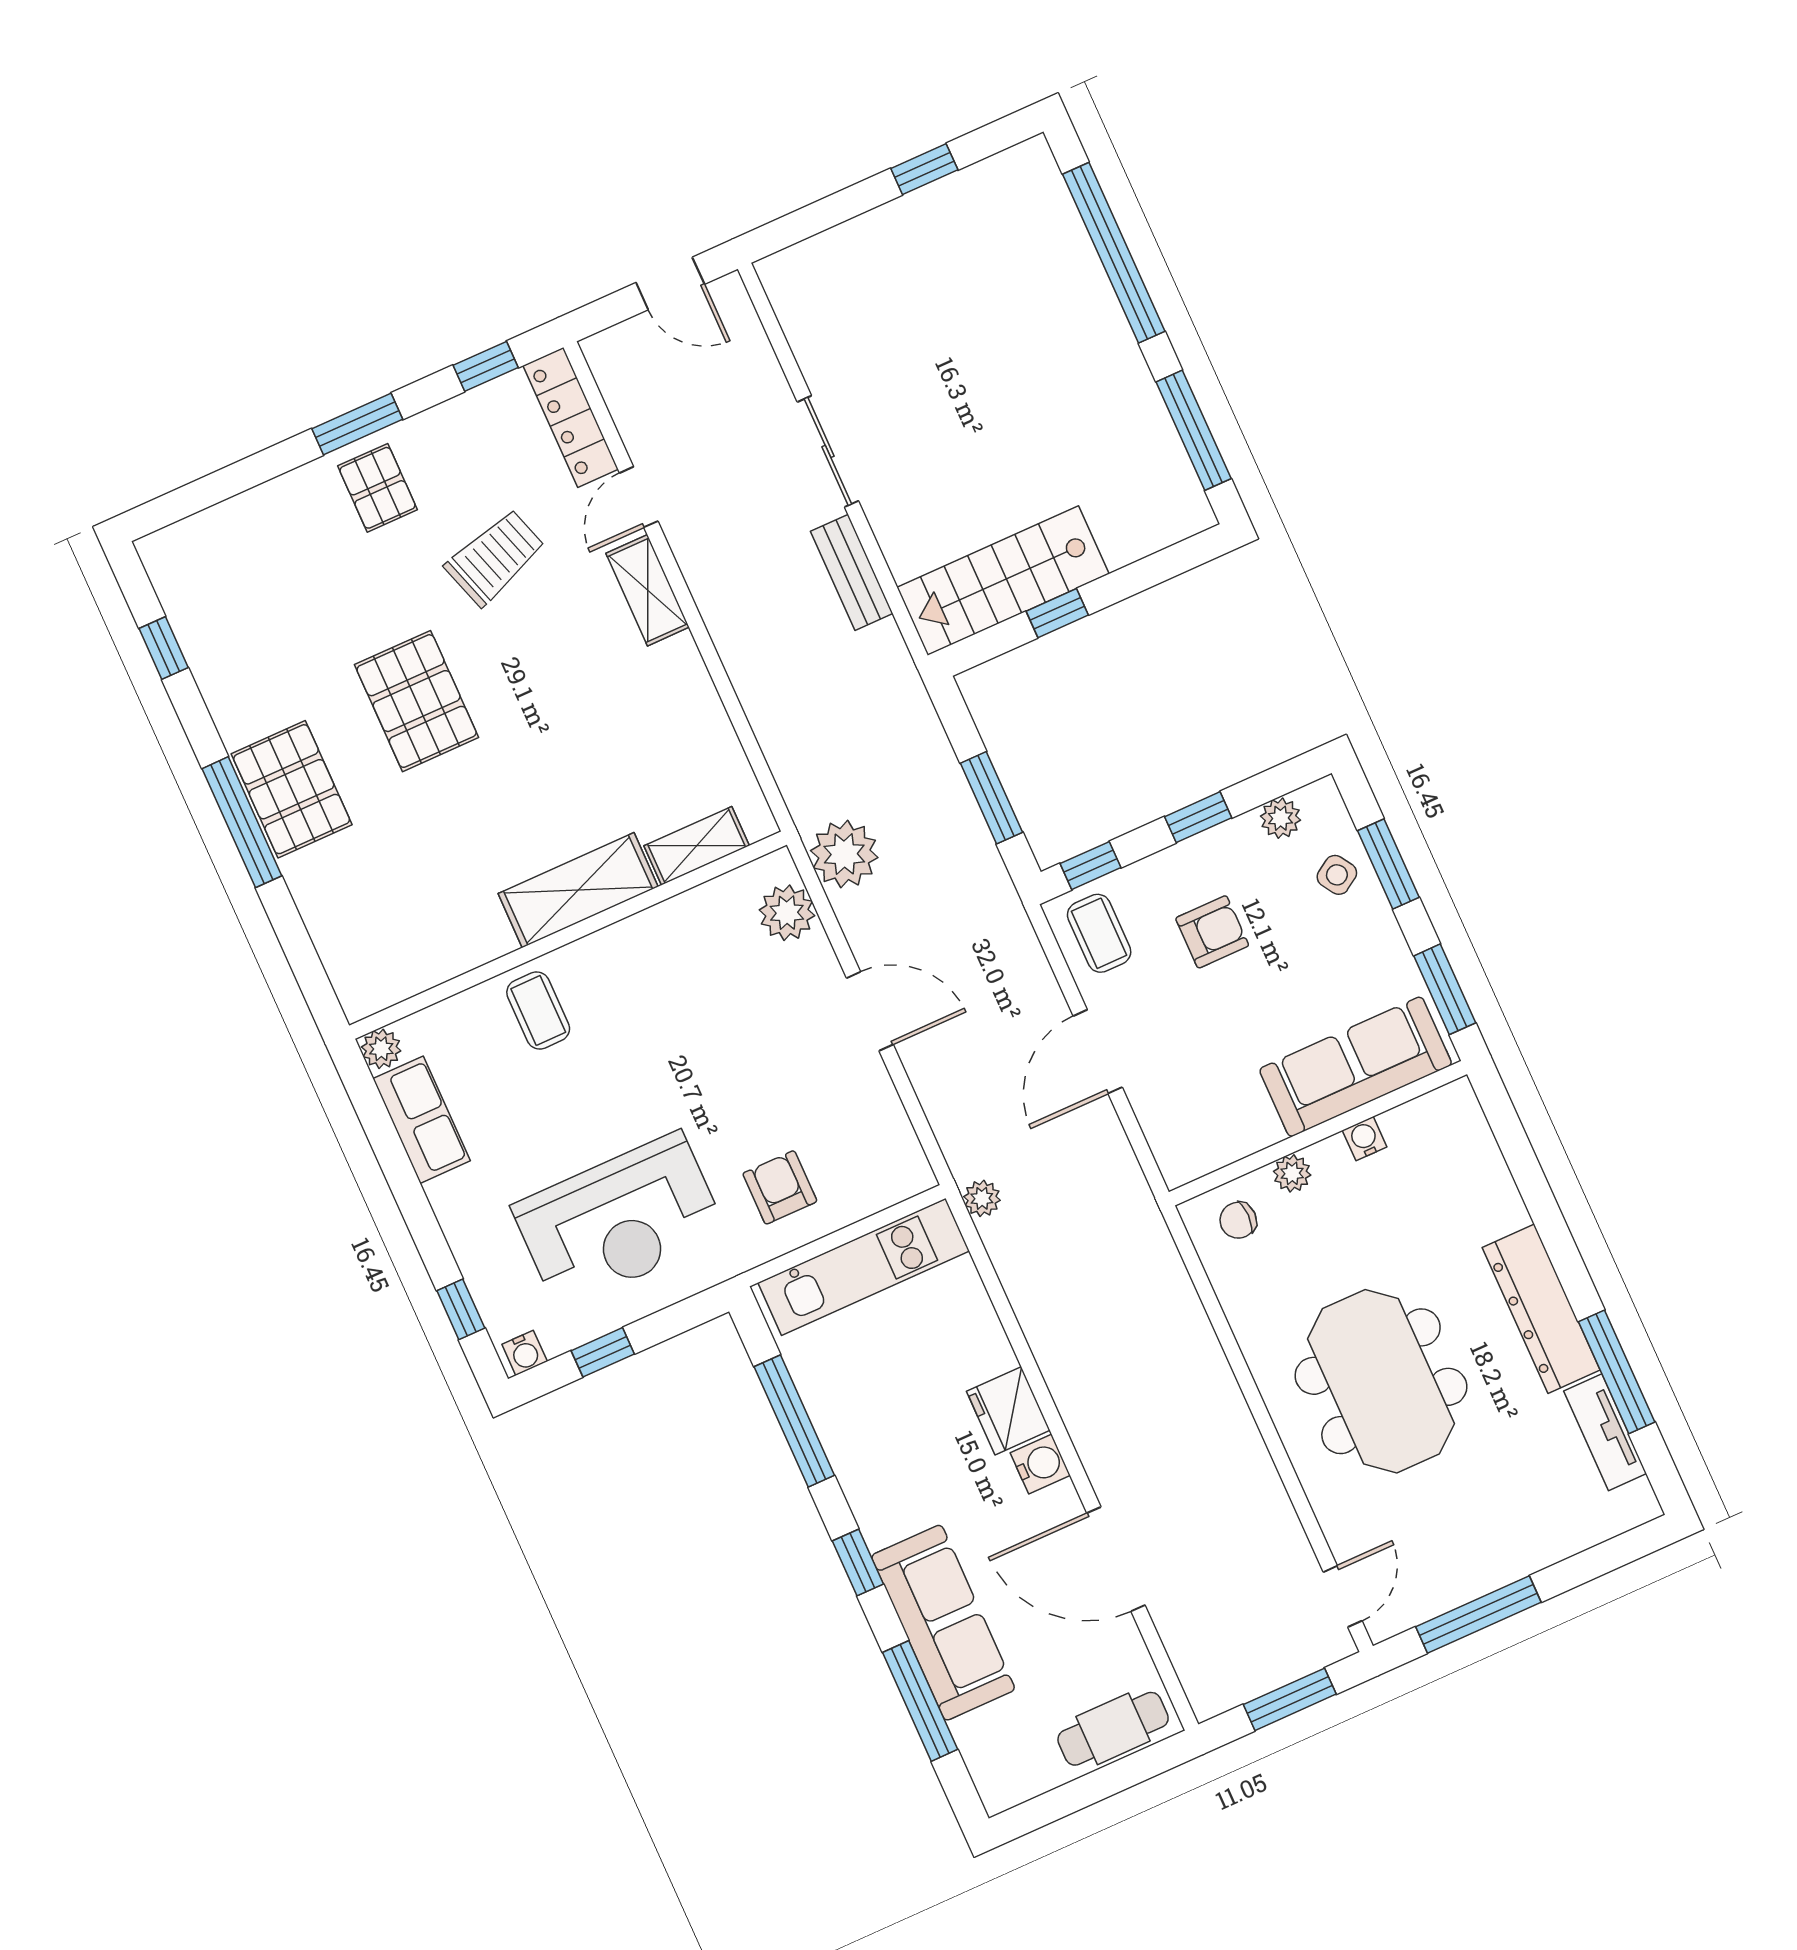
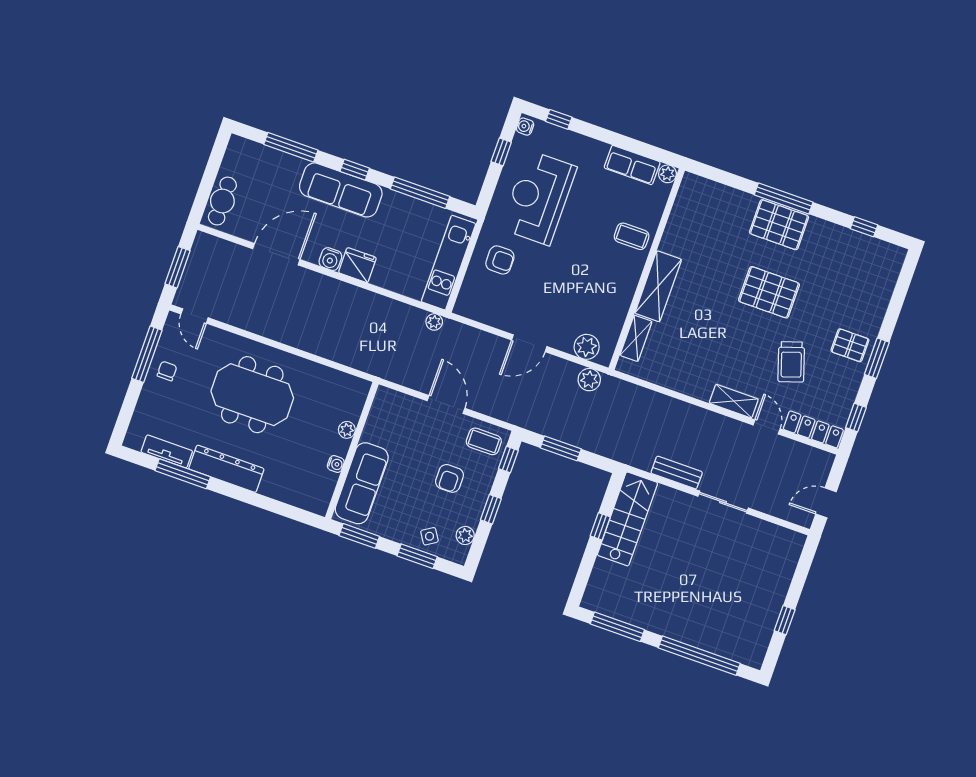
plant: (844, 854) -> (589, 380), width x0.73, depth x0.73
chair: (1238, 1220) -> (167, 371), moved
sofa: (943, 1623) -> (341, 190), moved

